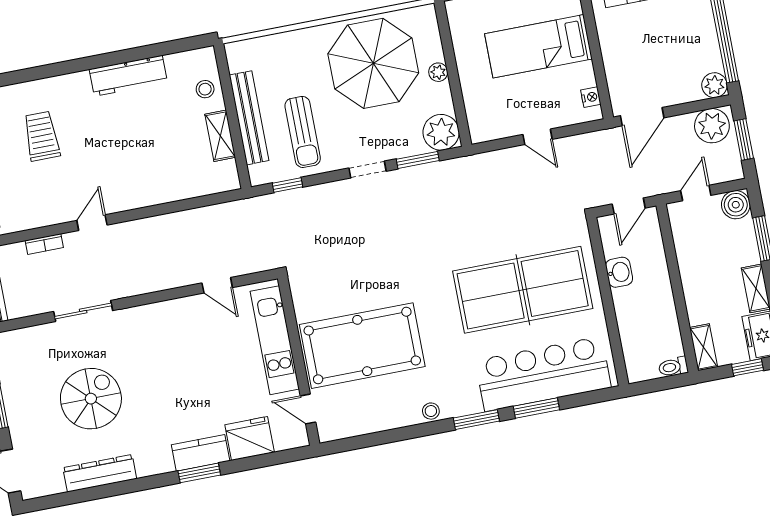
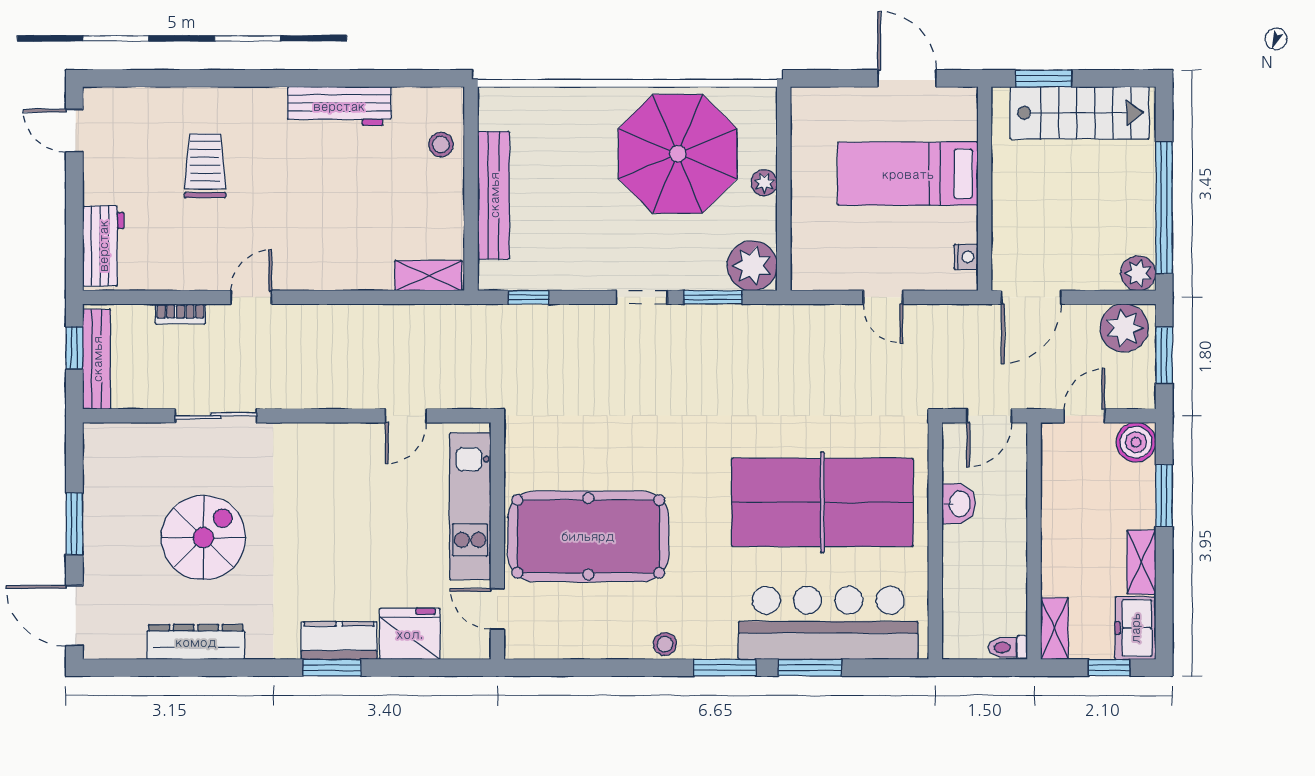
sun lounger: (303, 132) -> (563, 229), removed
shelving: (220, 136) -> (429, 276), moved, turned 90
door: (217, 285) -> (406, 416), hinge flipped

